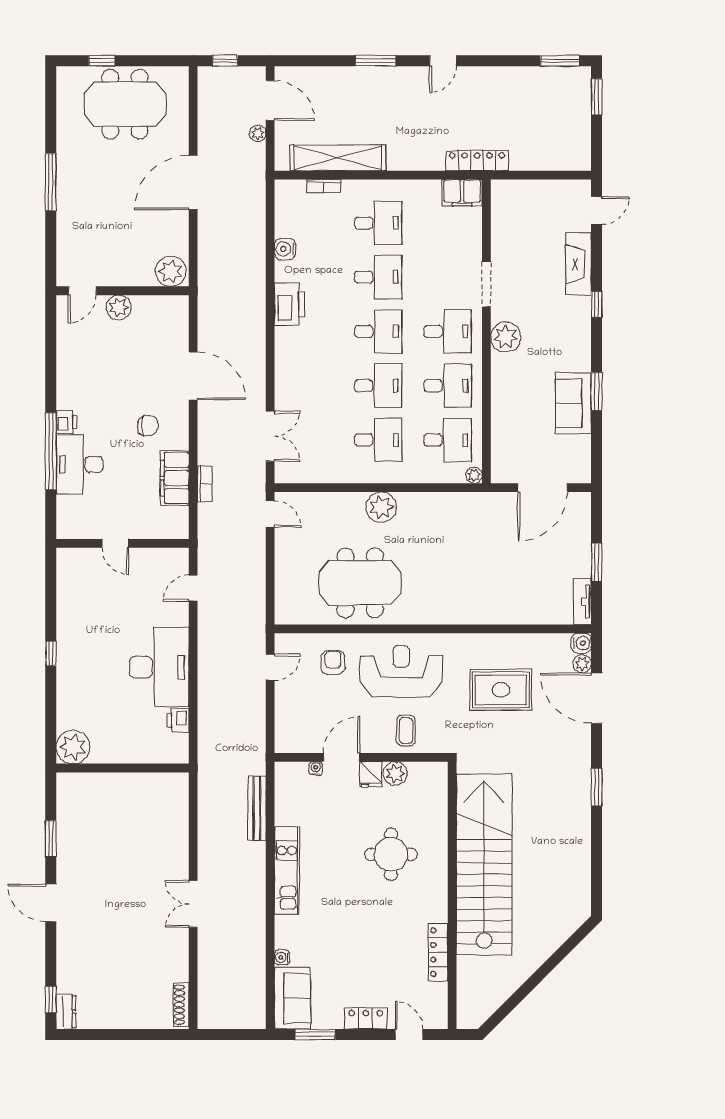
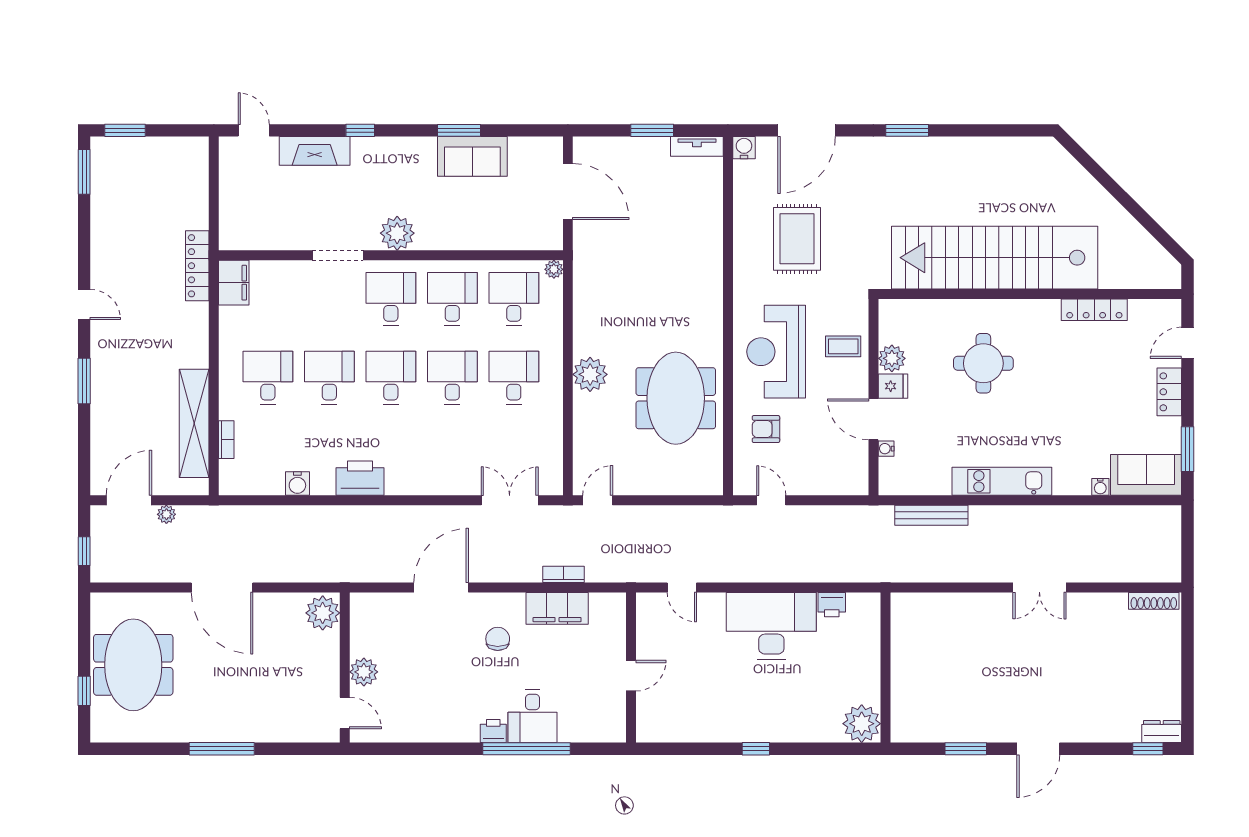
desk: (79, 464) -> (532, 716), width x0.73
plant: (582, 664) -> (767, 147), removed

